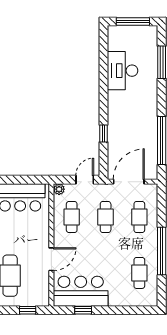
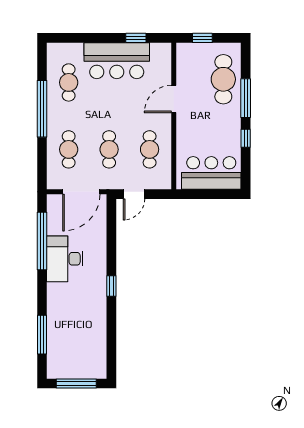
desk: (123, 71) -> (65, 259), moved, turned 180
window: (104, 133) -> (111, 286), moved
plant: (59, 189) -> (165, 183), removed
bar counter: (81, 291) -> (117, 61), moved

